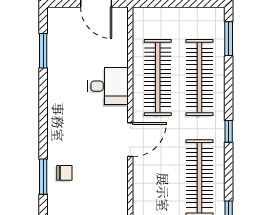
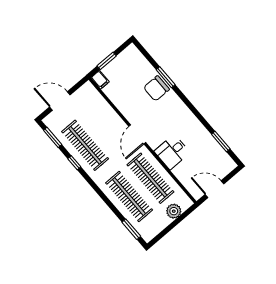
plant: (163, 18) -> (174, 211), added
window: (229, 131) -> (74, 163), moved
chair: (64, 173) -> (156, 88), width x1.87, depth x1.87

